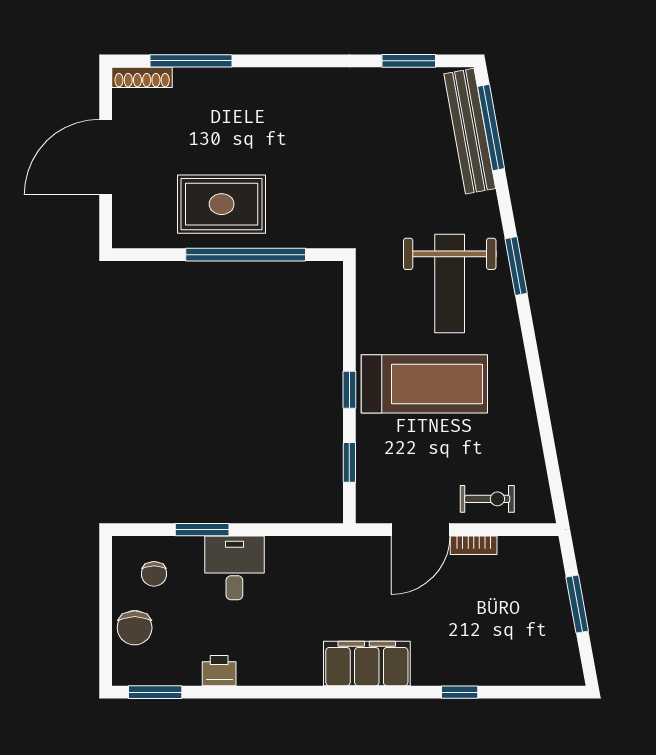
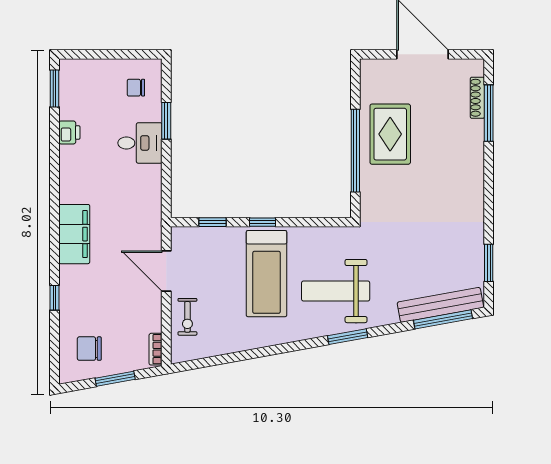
shoe rack: (142, 77) -> (477, 98), moved
bookcase: (474, 545) -> (156, 349), moved
chair: (135, 628) -> (89, 349), moved

